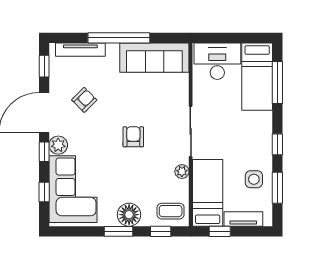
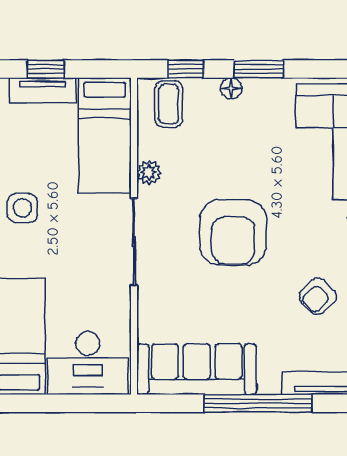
armchair: (133, 137) -> (233, 232), width x1.88, depth x1.88
side table: (254, 179) -> (23, 208), moved
coffee table: (171, 211) -> (169, 104), turned 90
floor lamp: (129, 215) -> (231, 88), width x0.53, depth x0.53
window: (220, 231) -> (46, 69), moved

